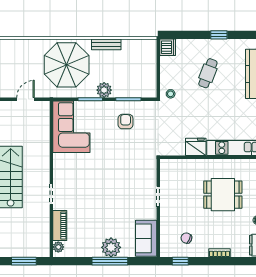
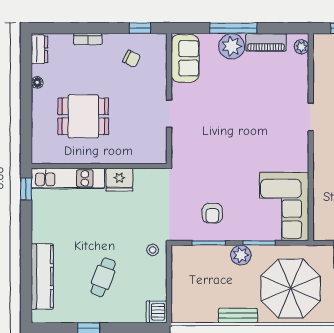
piano: (60, 225) -> (266, 42), moved, turned -90

